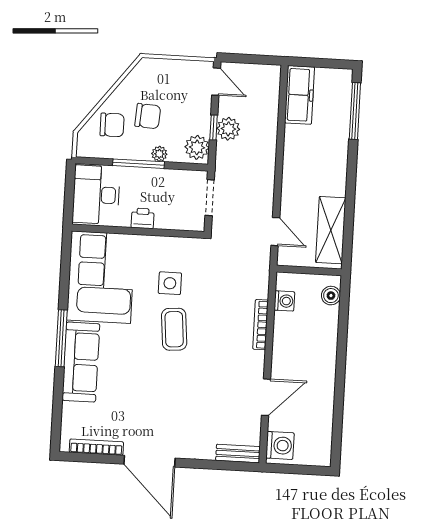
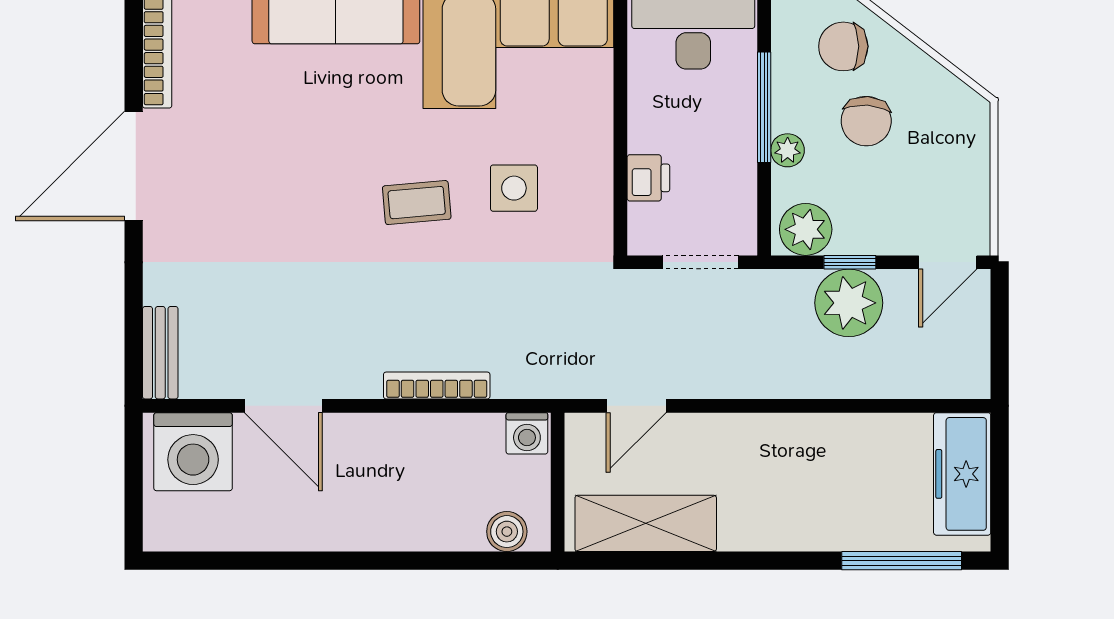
freezer: (300, 95) -> (962, 474), moved, turned 90
chair: (112, 125) -> (843, 46), turned 90
plant: (228, 129) -> (849, 303), width x1.36, depth x1.36
printer: (143, 218) -> (648, 178), moved
washing machine: (284, 301) -> (527, 433), moved
coffee table: (174, 329) -> (417, 203), width x0.73, depth x0.77
washing machine: (280, 445) -> (193, 452), width x1.37, depth x1.37

